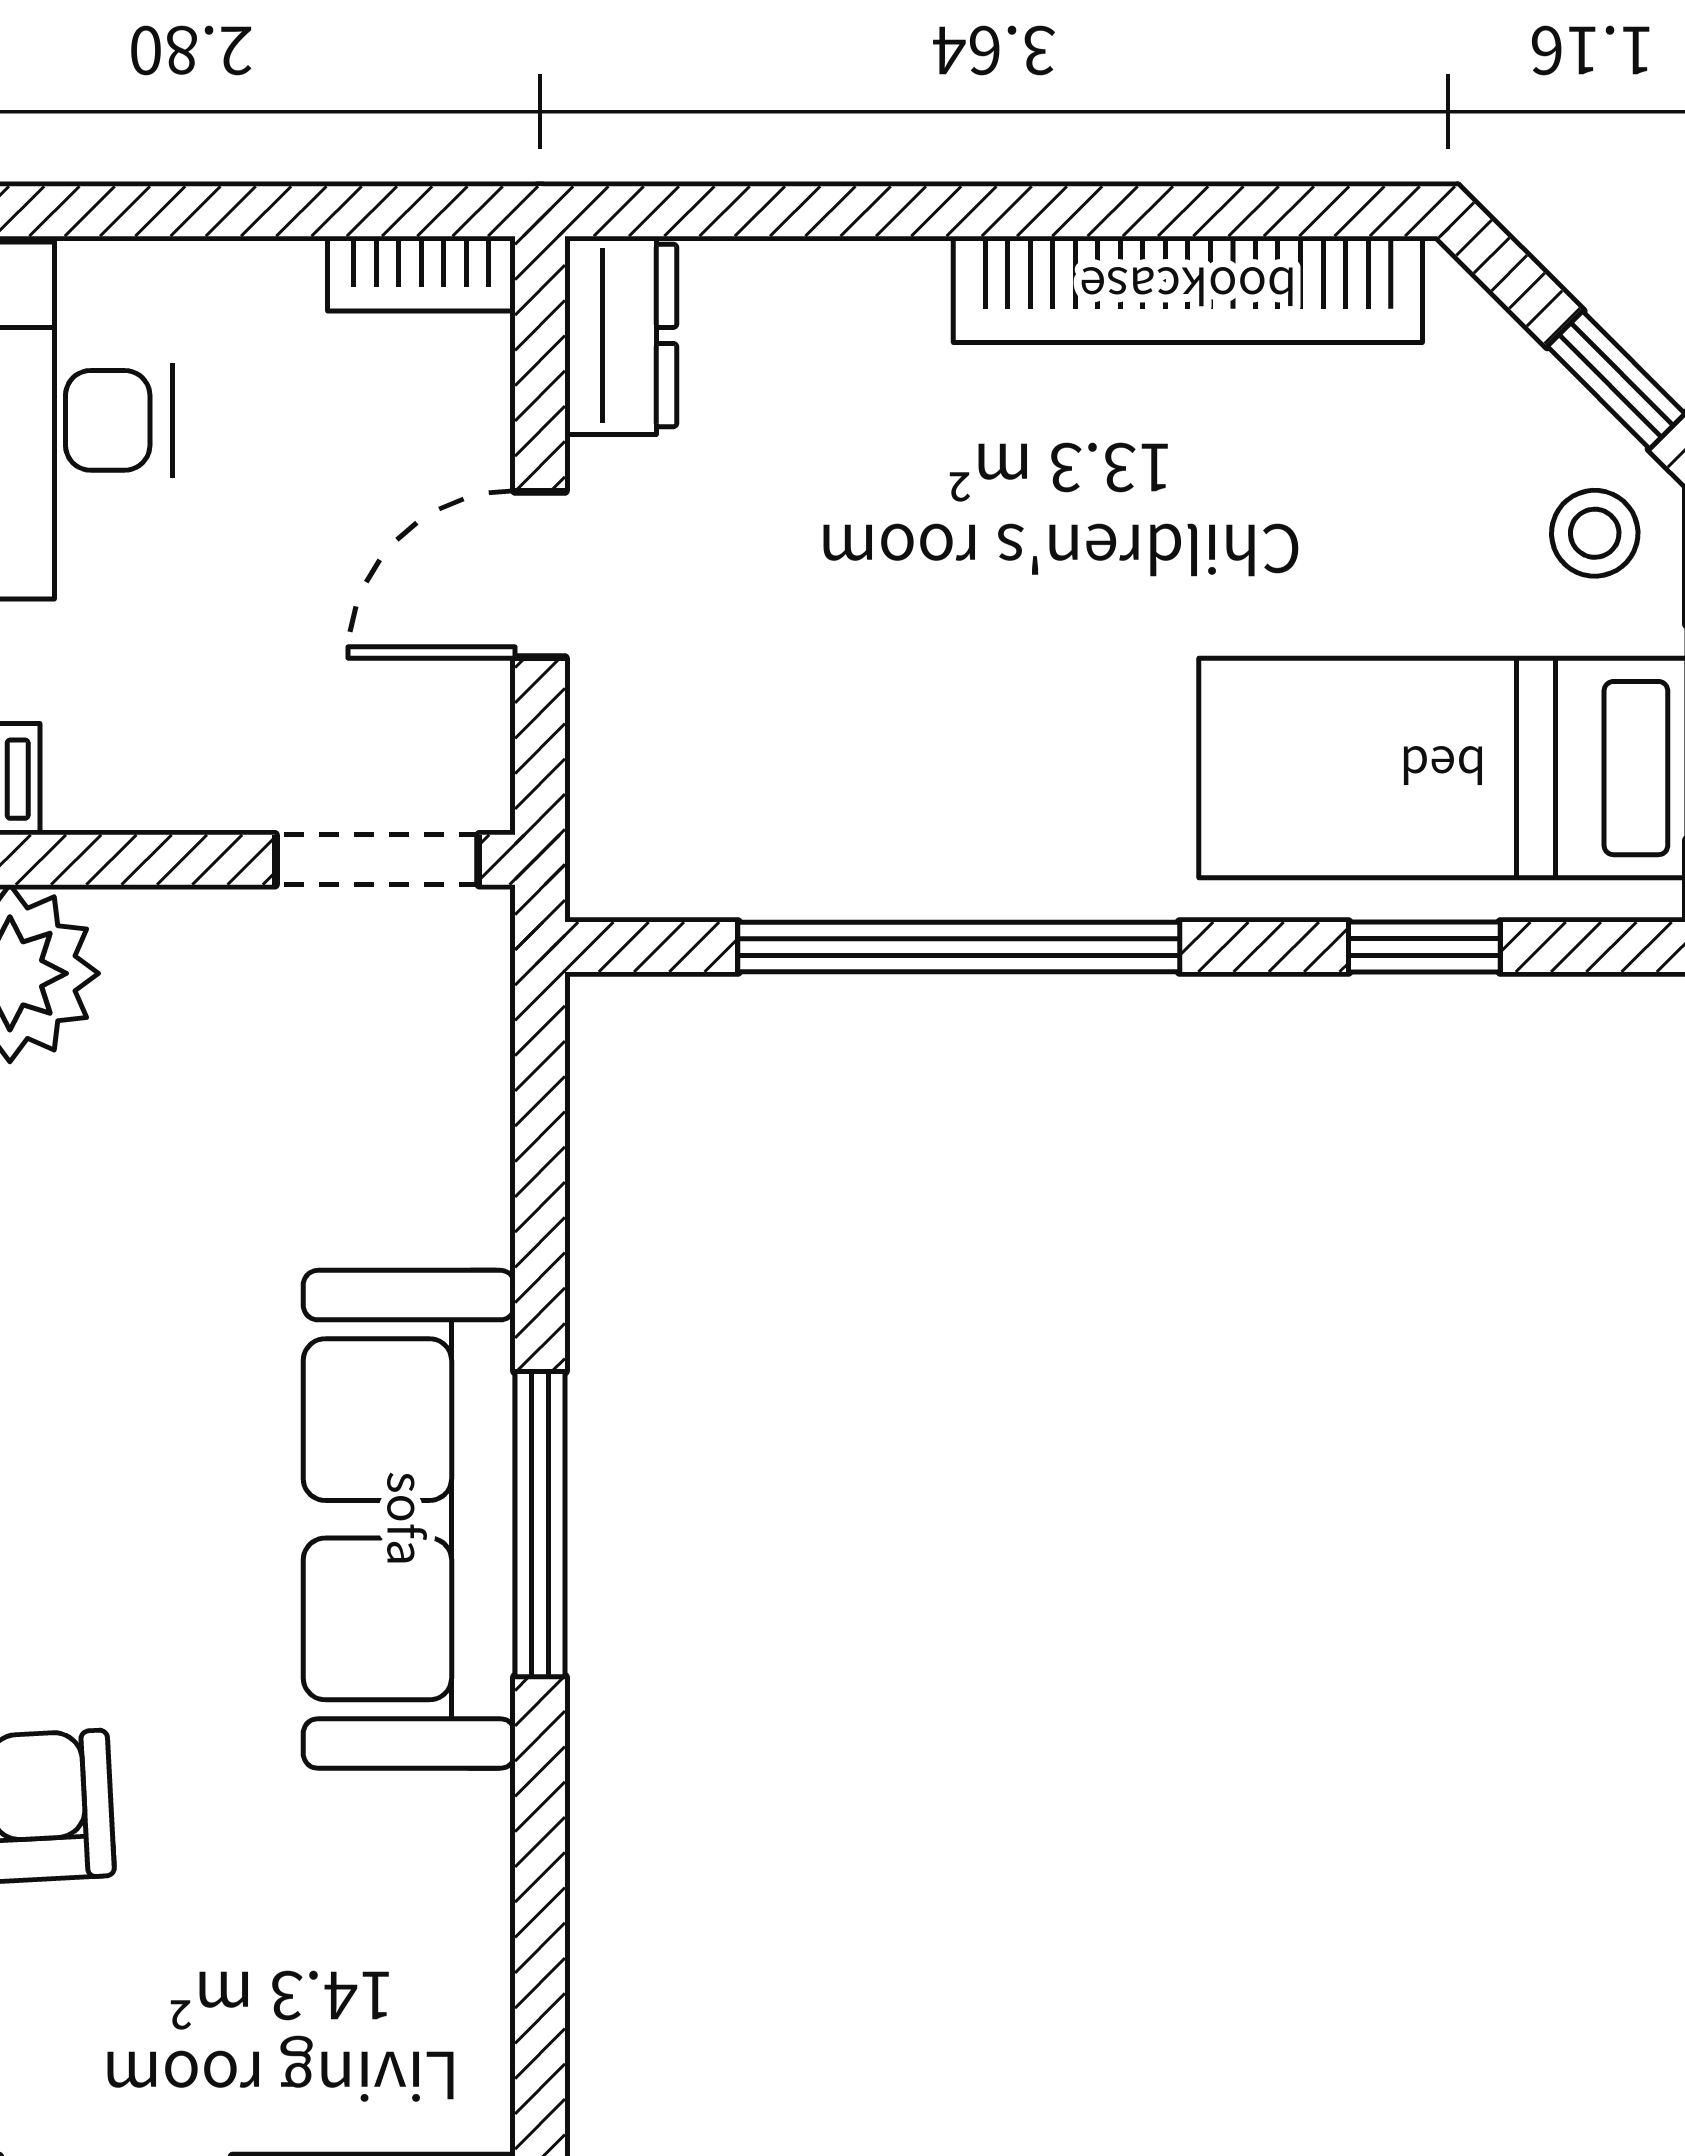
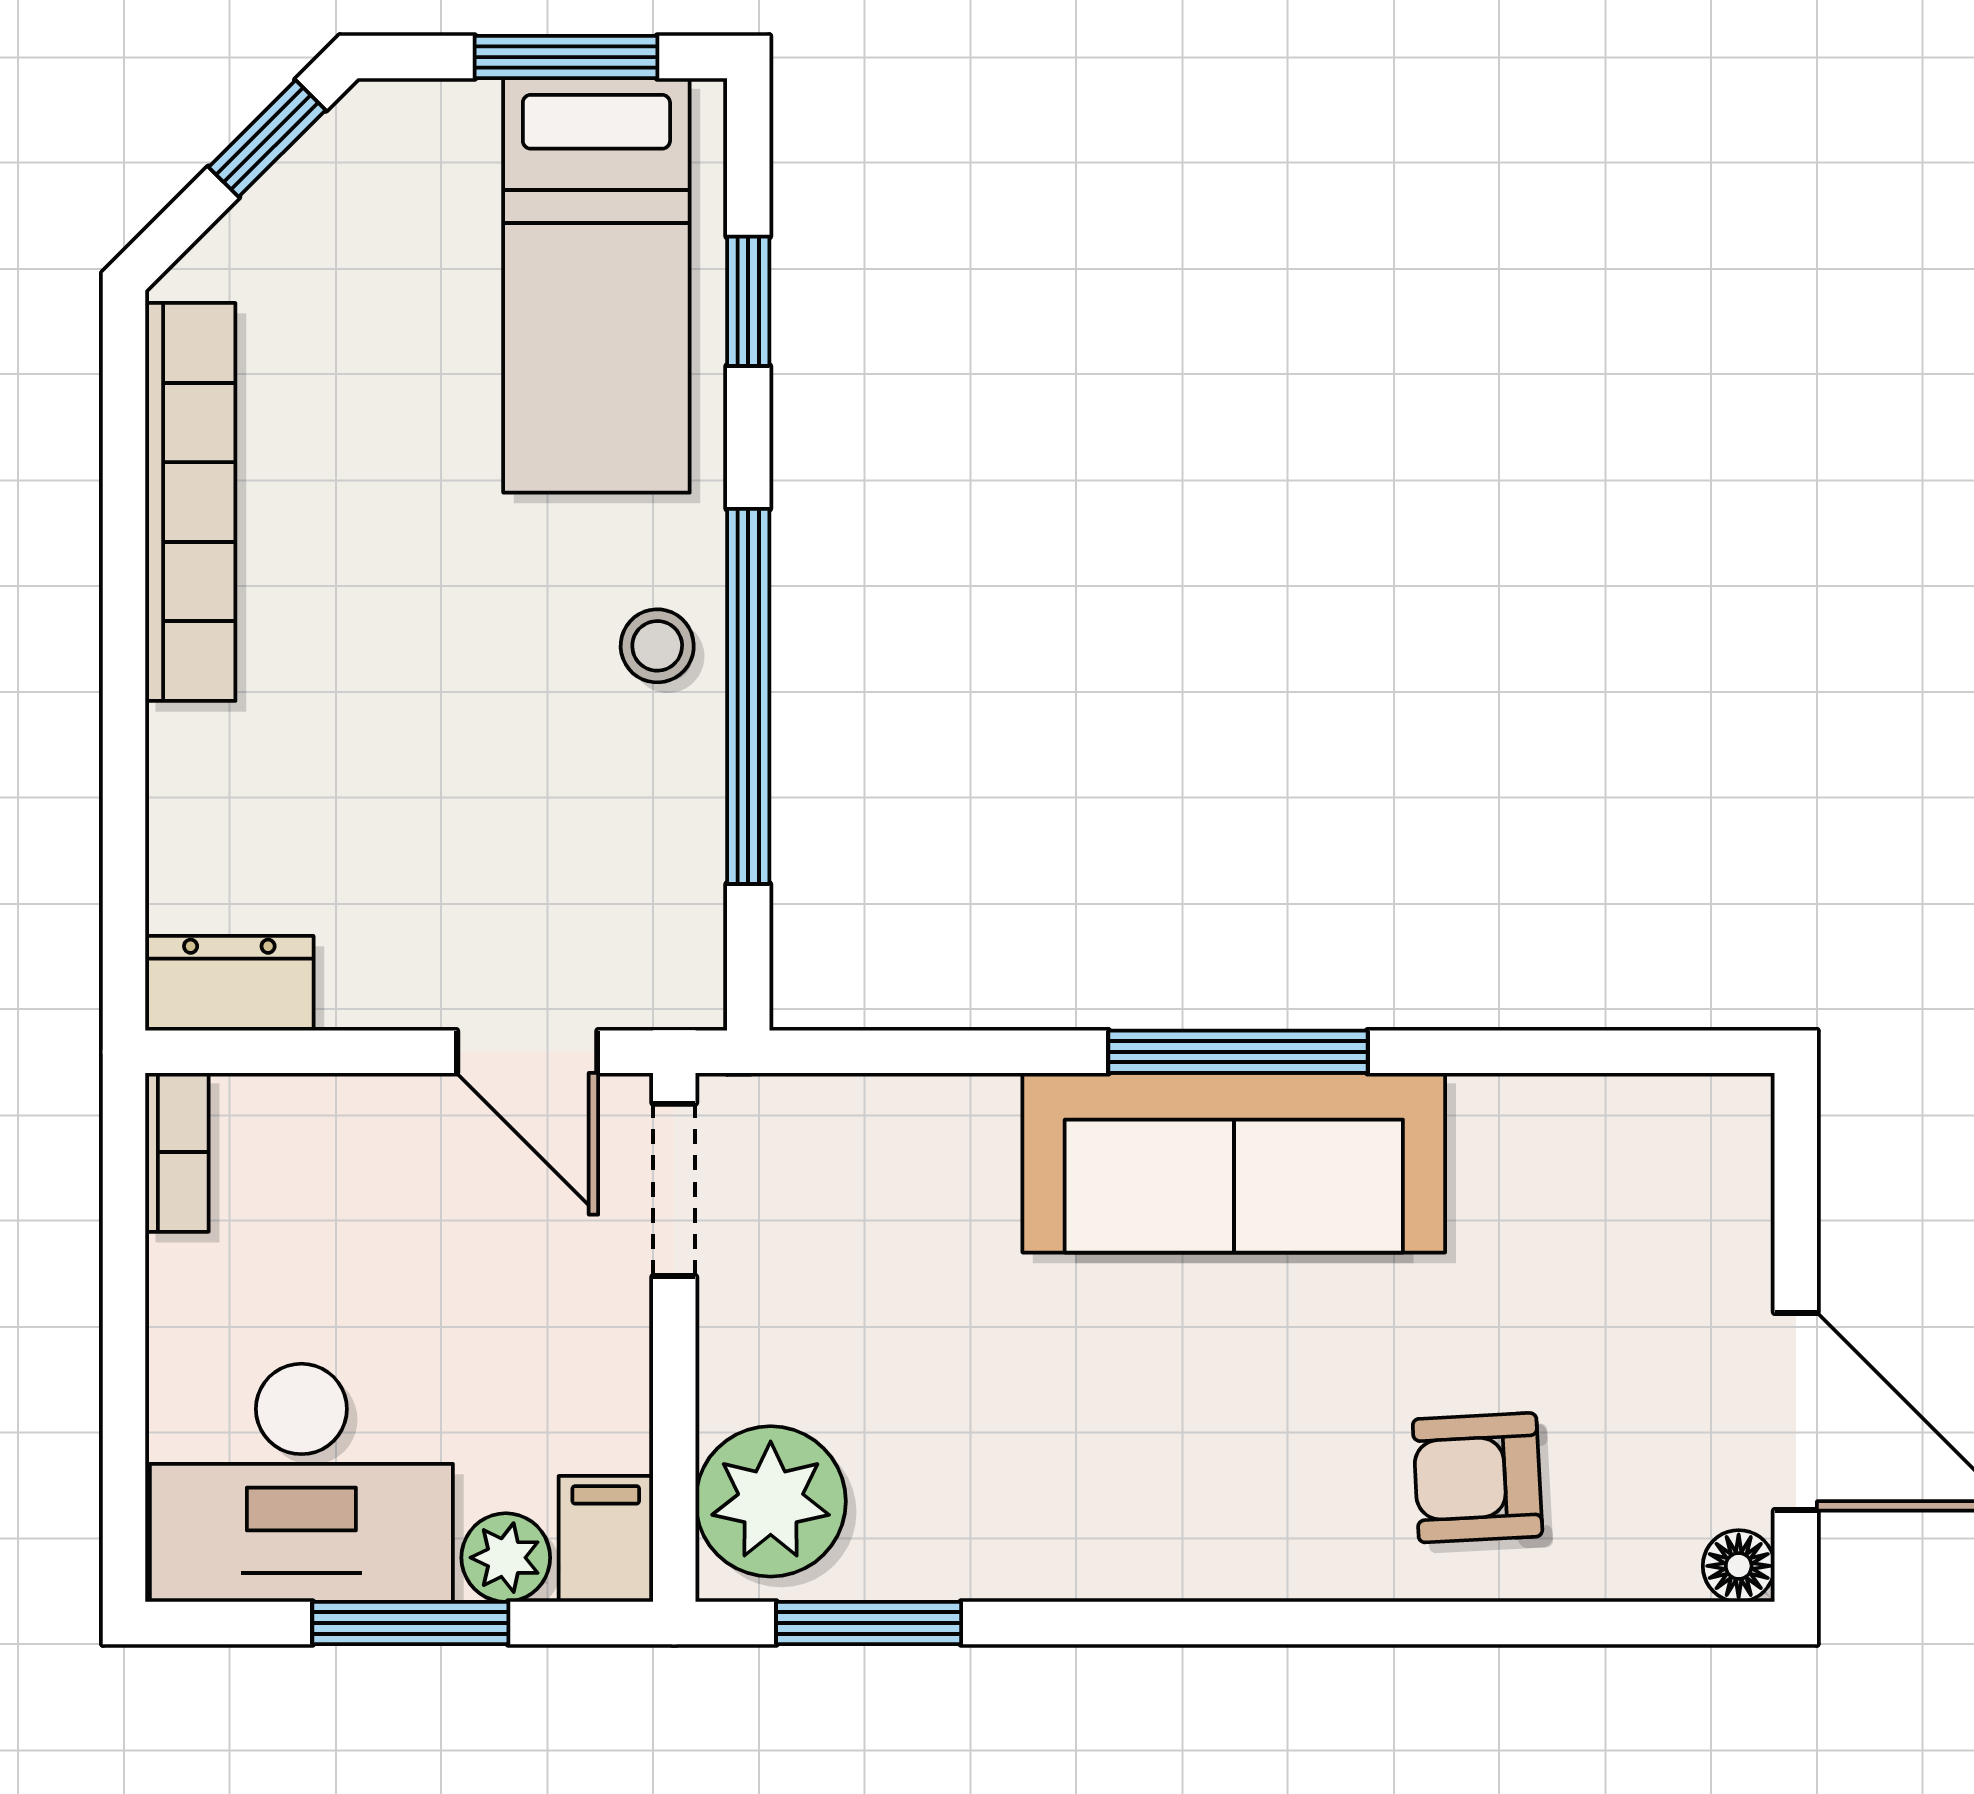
stool: (1595, 533) -> (657, 646), moved
door: (540, 574) -> (527, 1052), moved

